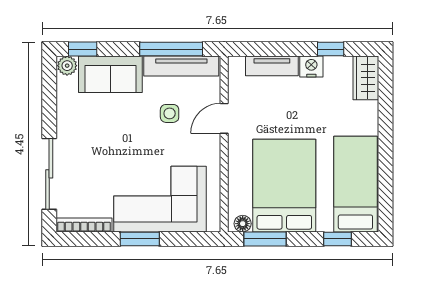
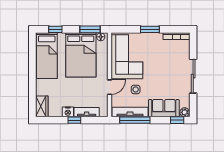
window: (331, 49) -> (74, 120), moved
sliding door: (49, 174) -> (193, 76), moved
corner sofa: (160, 199) -> (127, 57), moved, turned -90

